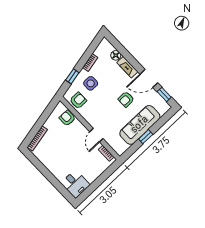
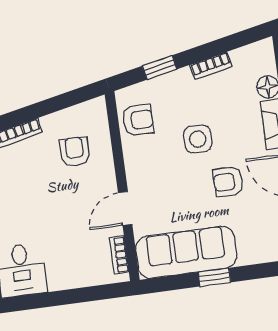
side table: (91, 83) -> (198, 139), moved
armchair: (67, 118) -> (75, 152), moved
sofa: (140, 125) -> (186, 252), moved

